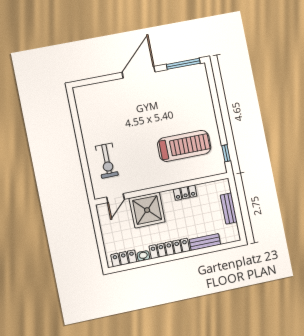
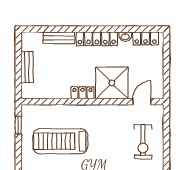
exercise bike: (107, 161) -> (143, 142), turned 180
locker: (185, 193) -> (83, 93), moved

